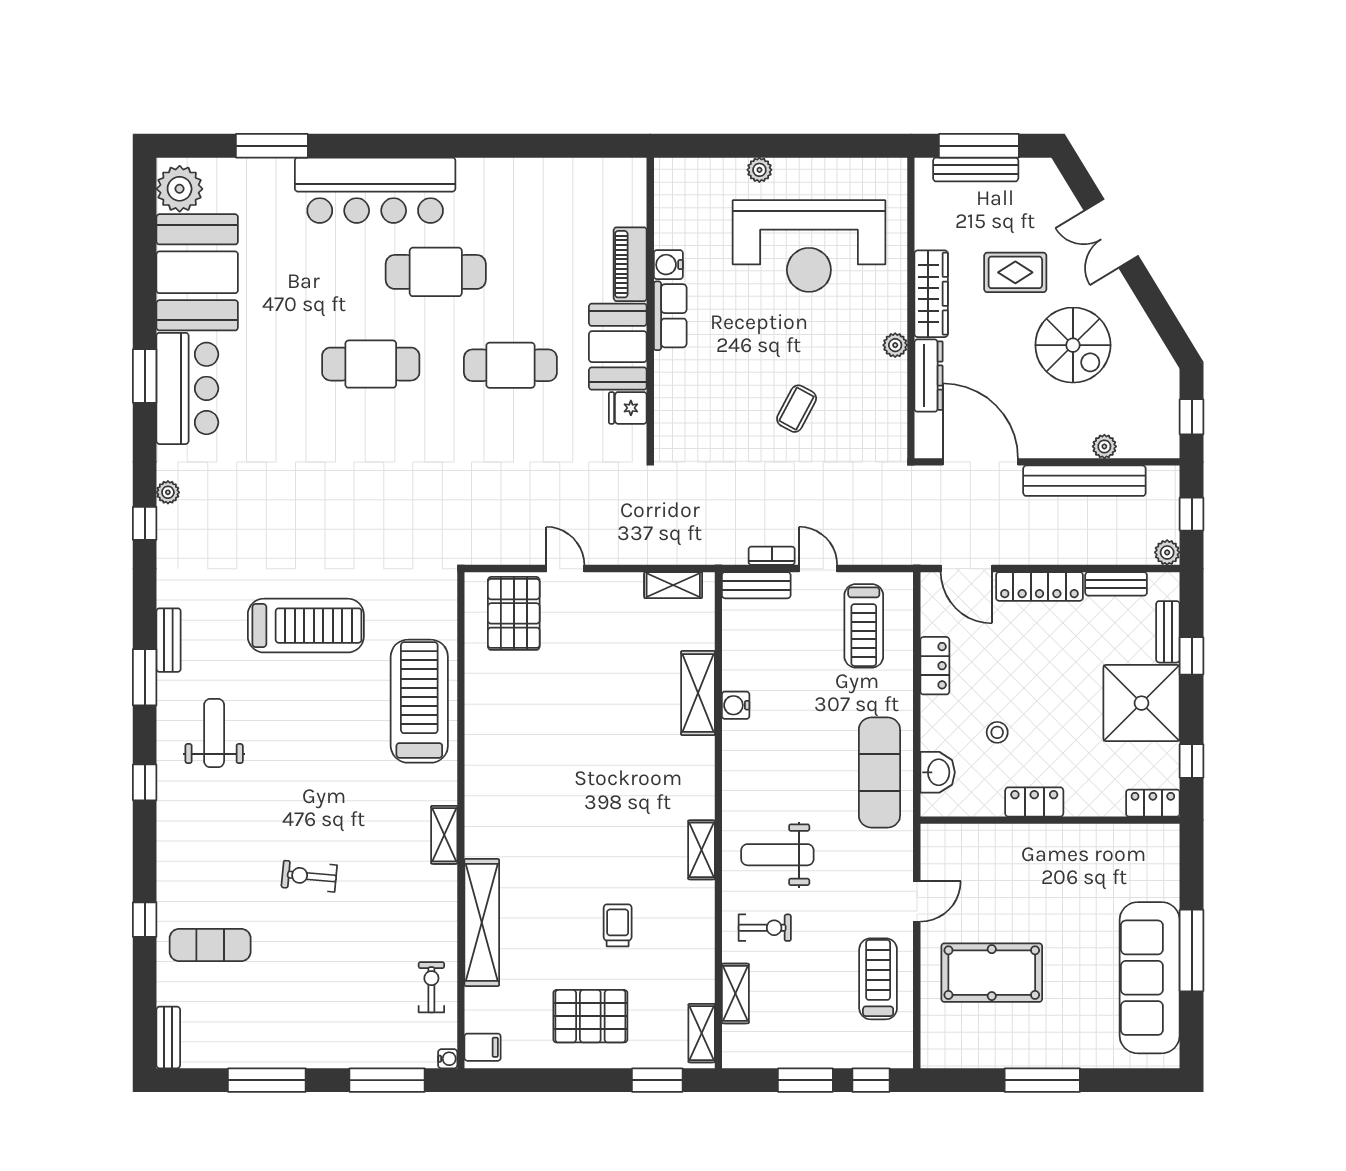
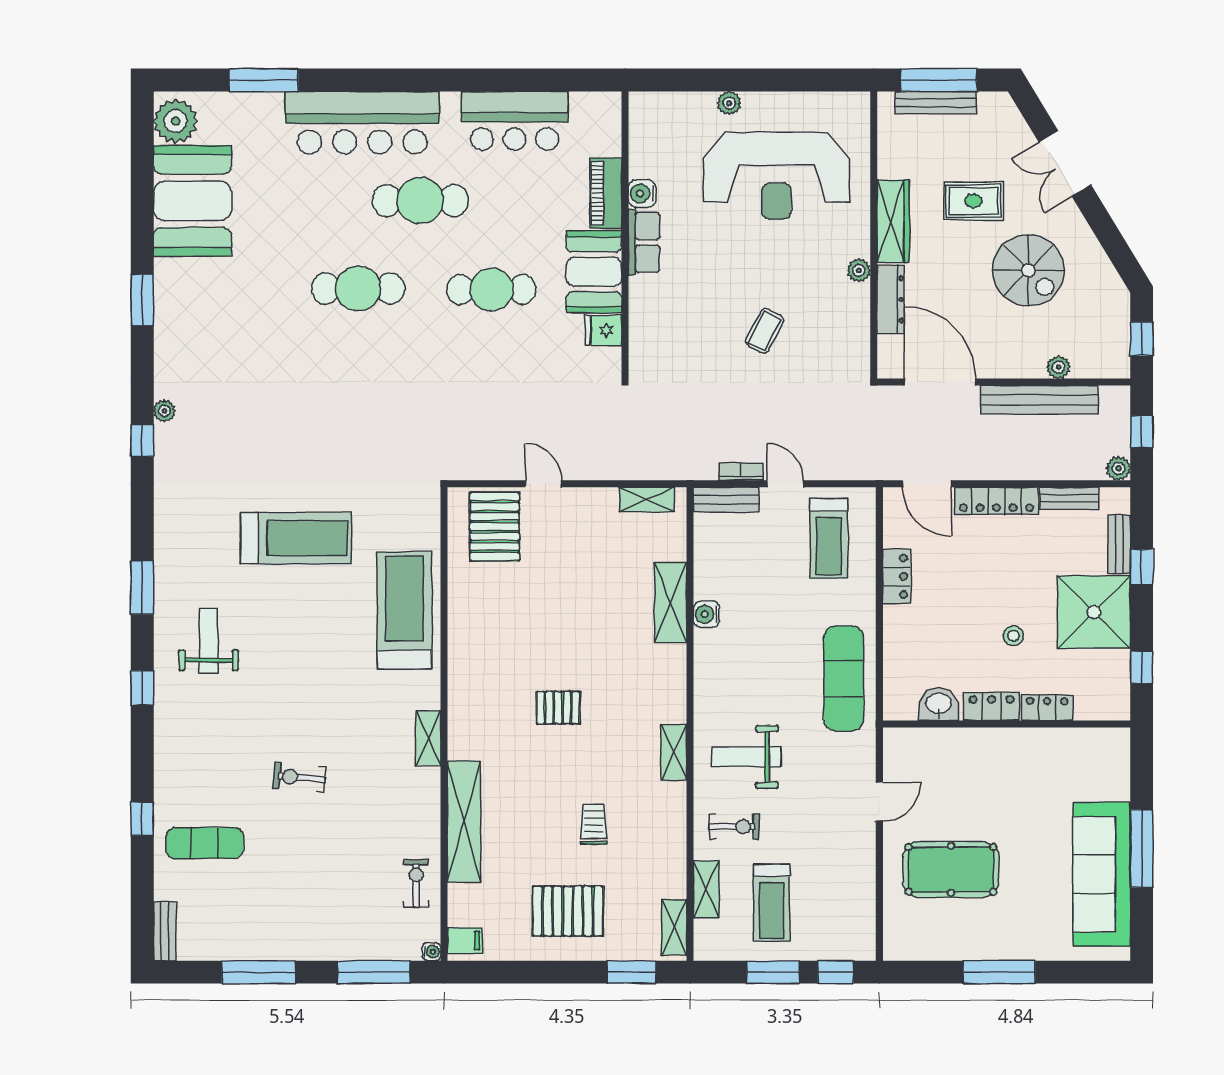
bar counter: (187, 388) -> (515, 121), moved, turned 90
bench: (169, 640) -> (165, 552), removed
stool: (997, 732) -> (1013, 636), moved
washbasin: (938, 772) -> (939, 704), moved, turned -90
pallet: (580, 803) -> (558, 708), added
locker: (1153, 803) -> (1047, 708), moved
treadmill: (878, 979) -> (772, 903), moved, turned 180

